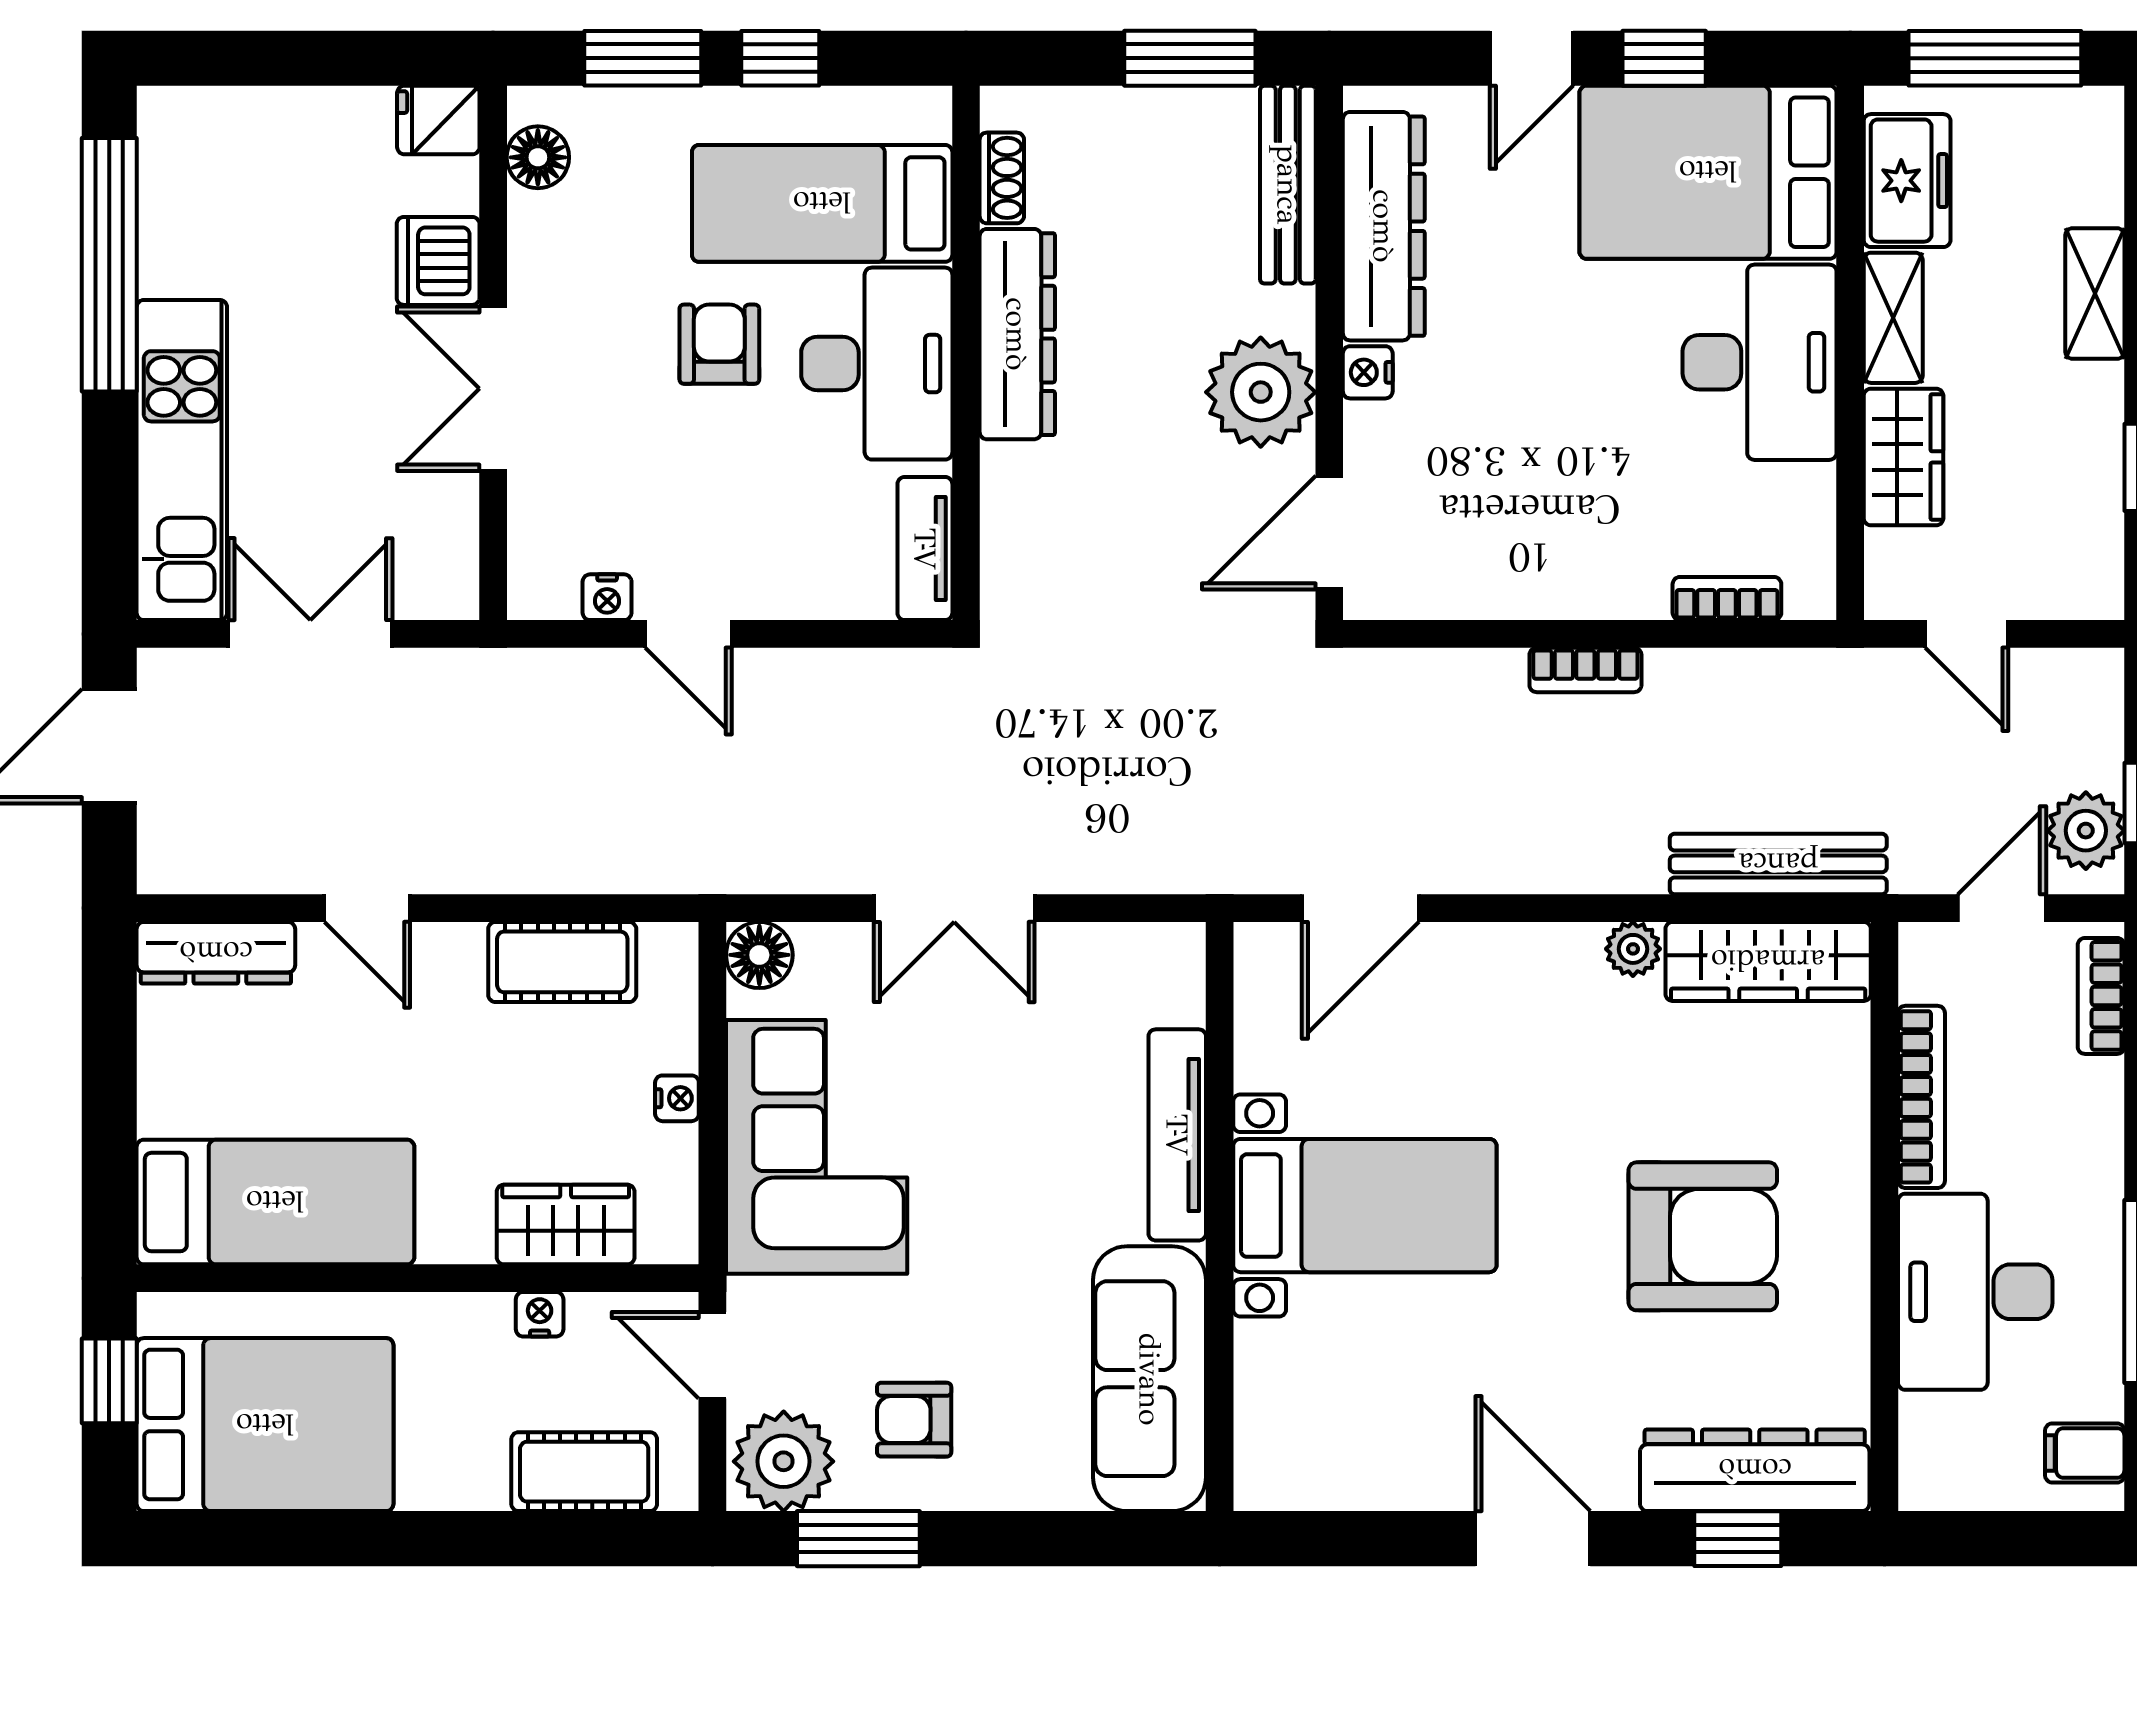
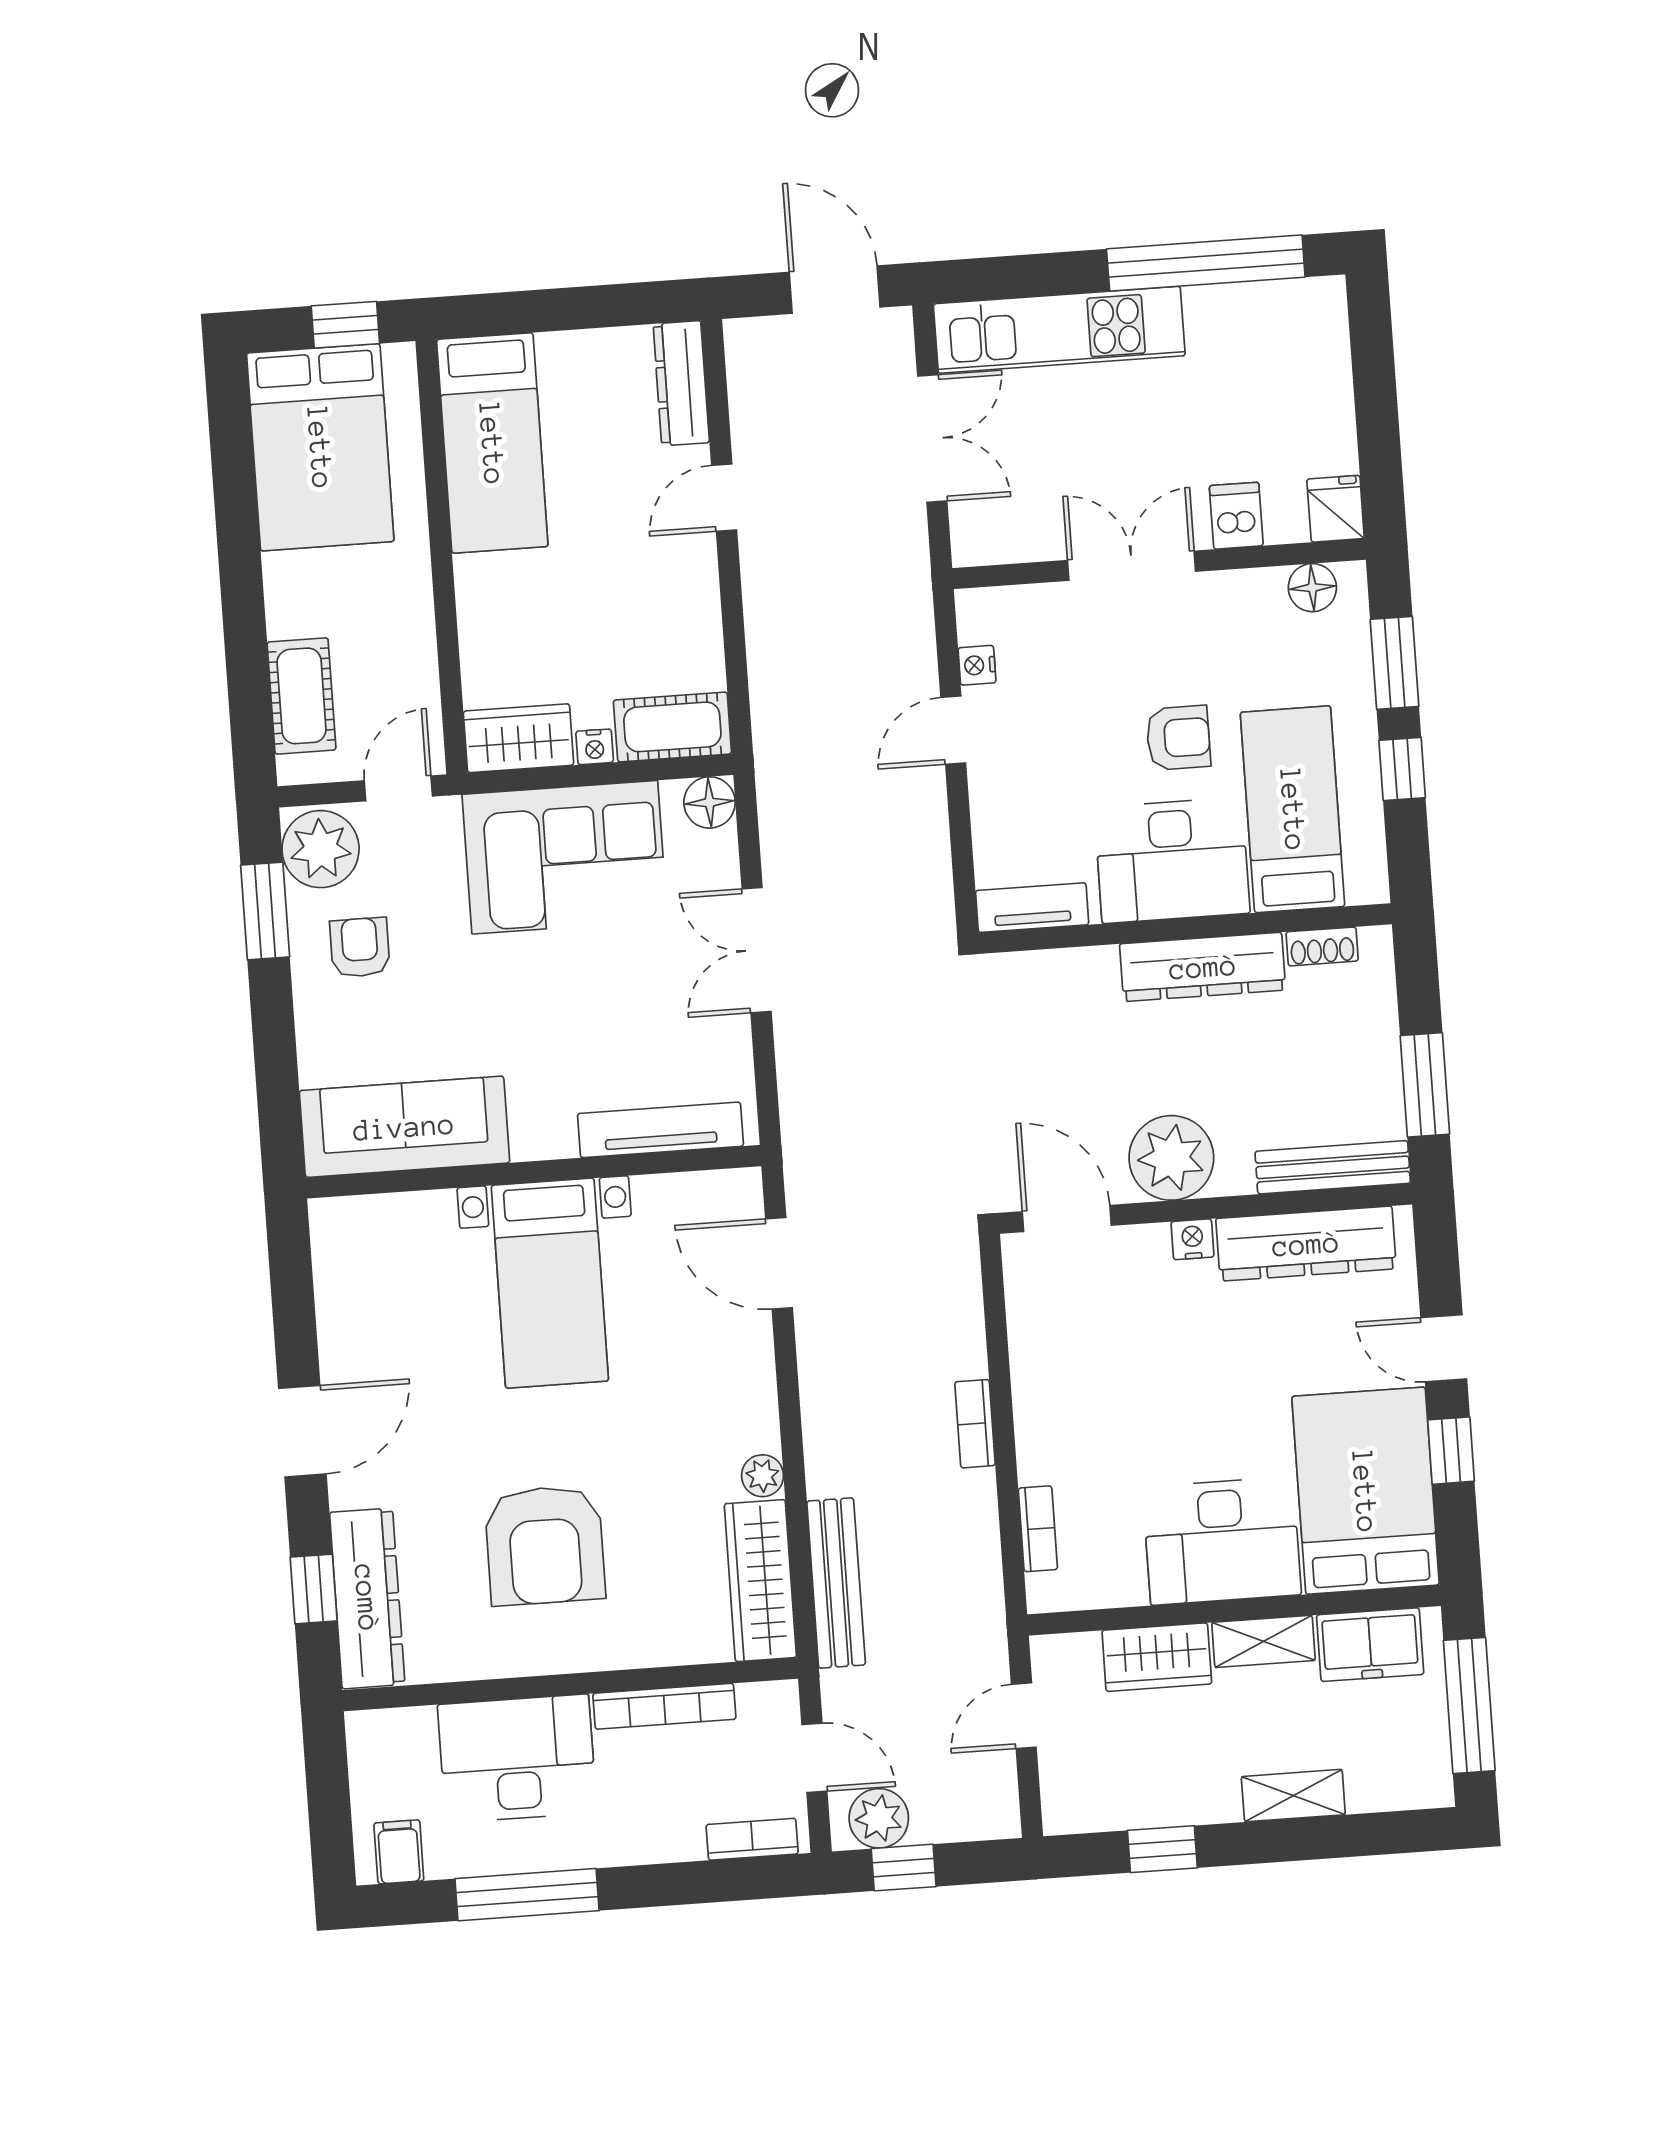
dishwasher: (438, 261) -> (1236, 516), width x0.73
cot: (562, 962) -> (672, 727), moved, turned 90
tv unit: (1177, 1135) -> (660, 1130), moved
wardrobe: (566, 1225) -> (518, 738), moved, turned -90
nightstand: (540, 1314) -> (420, 653), removed

